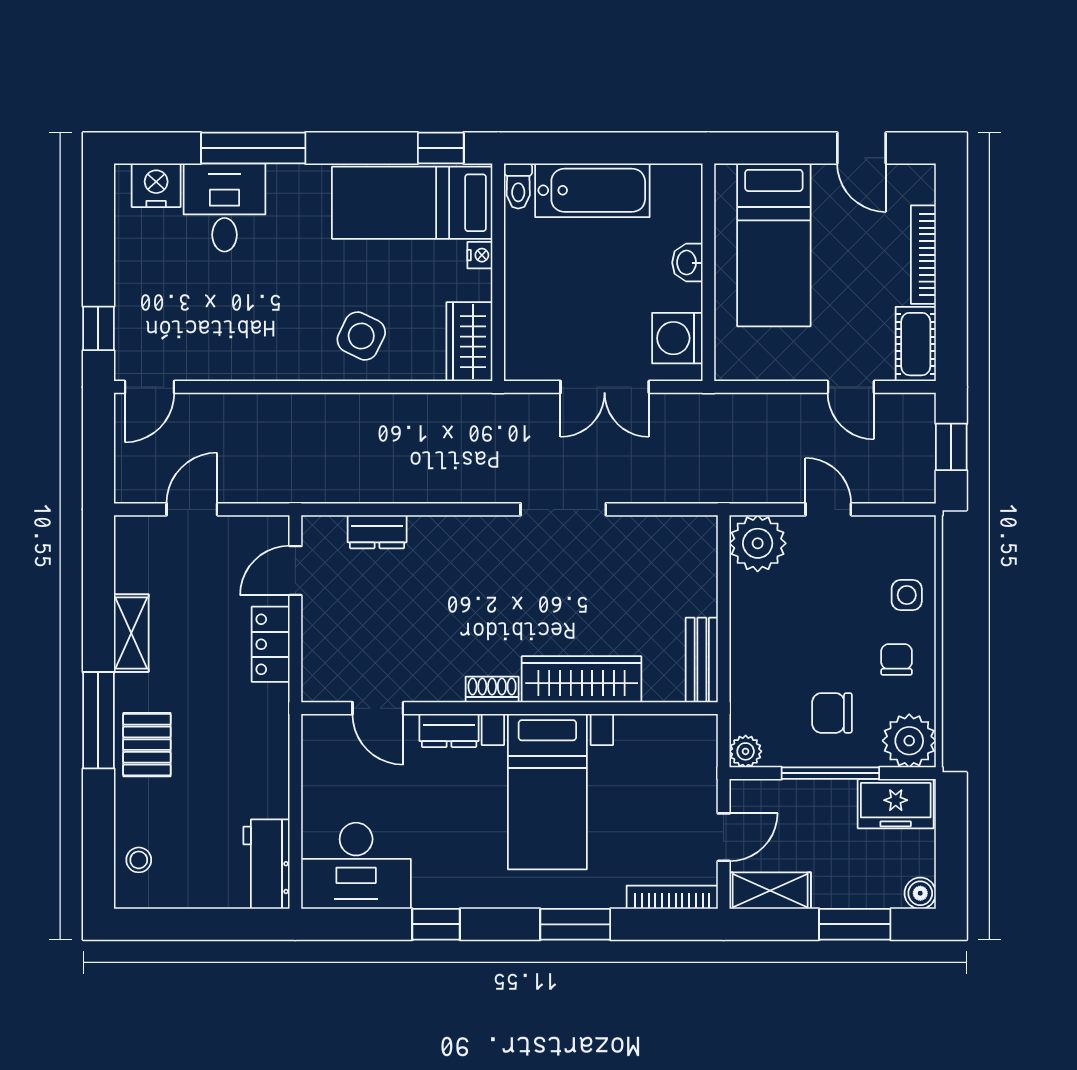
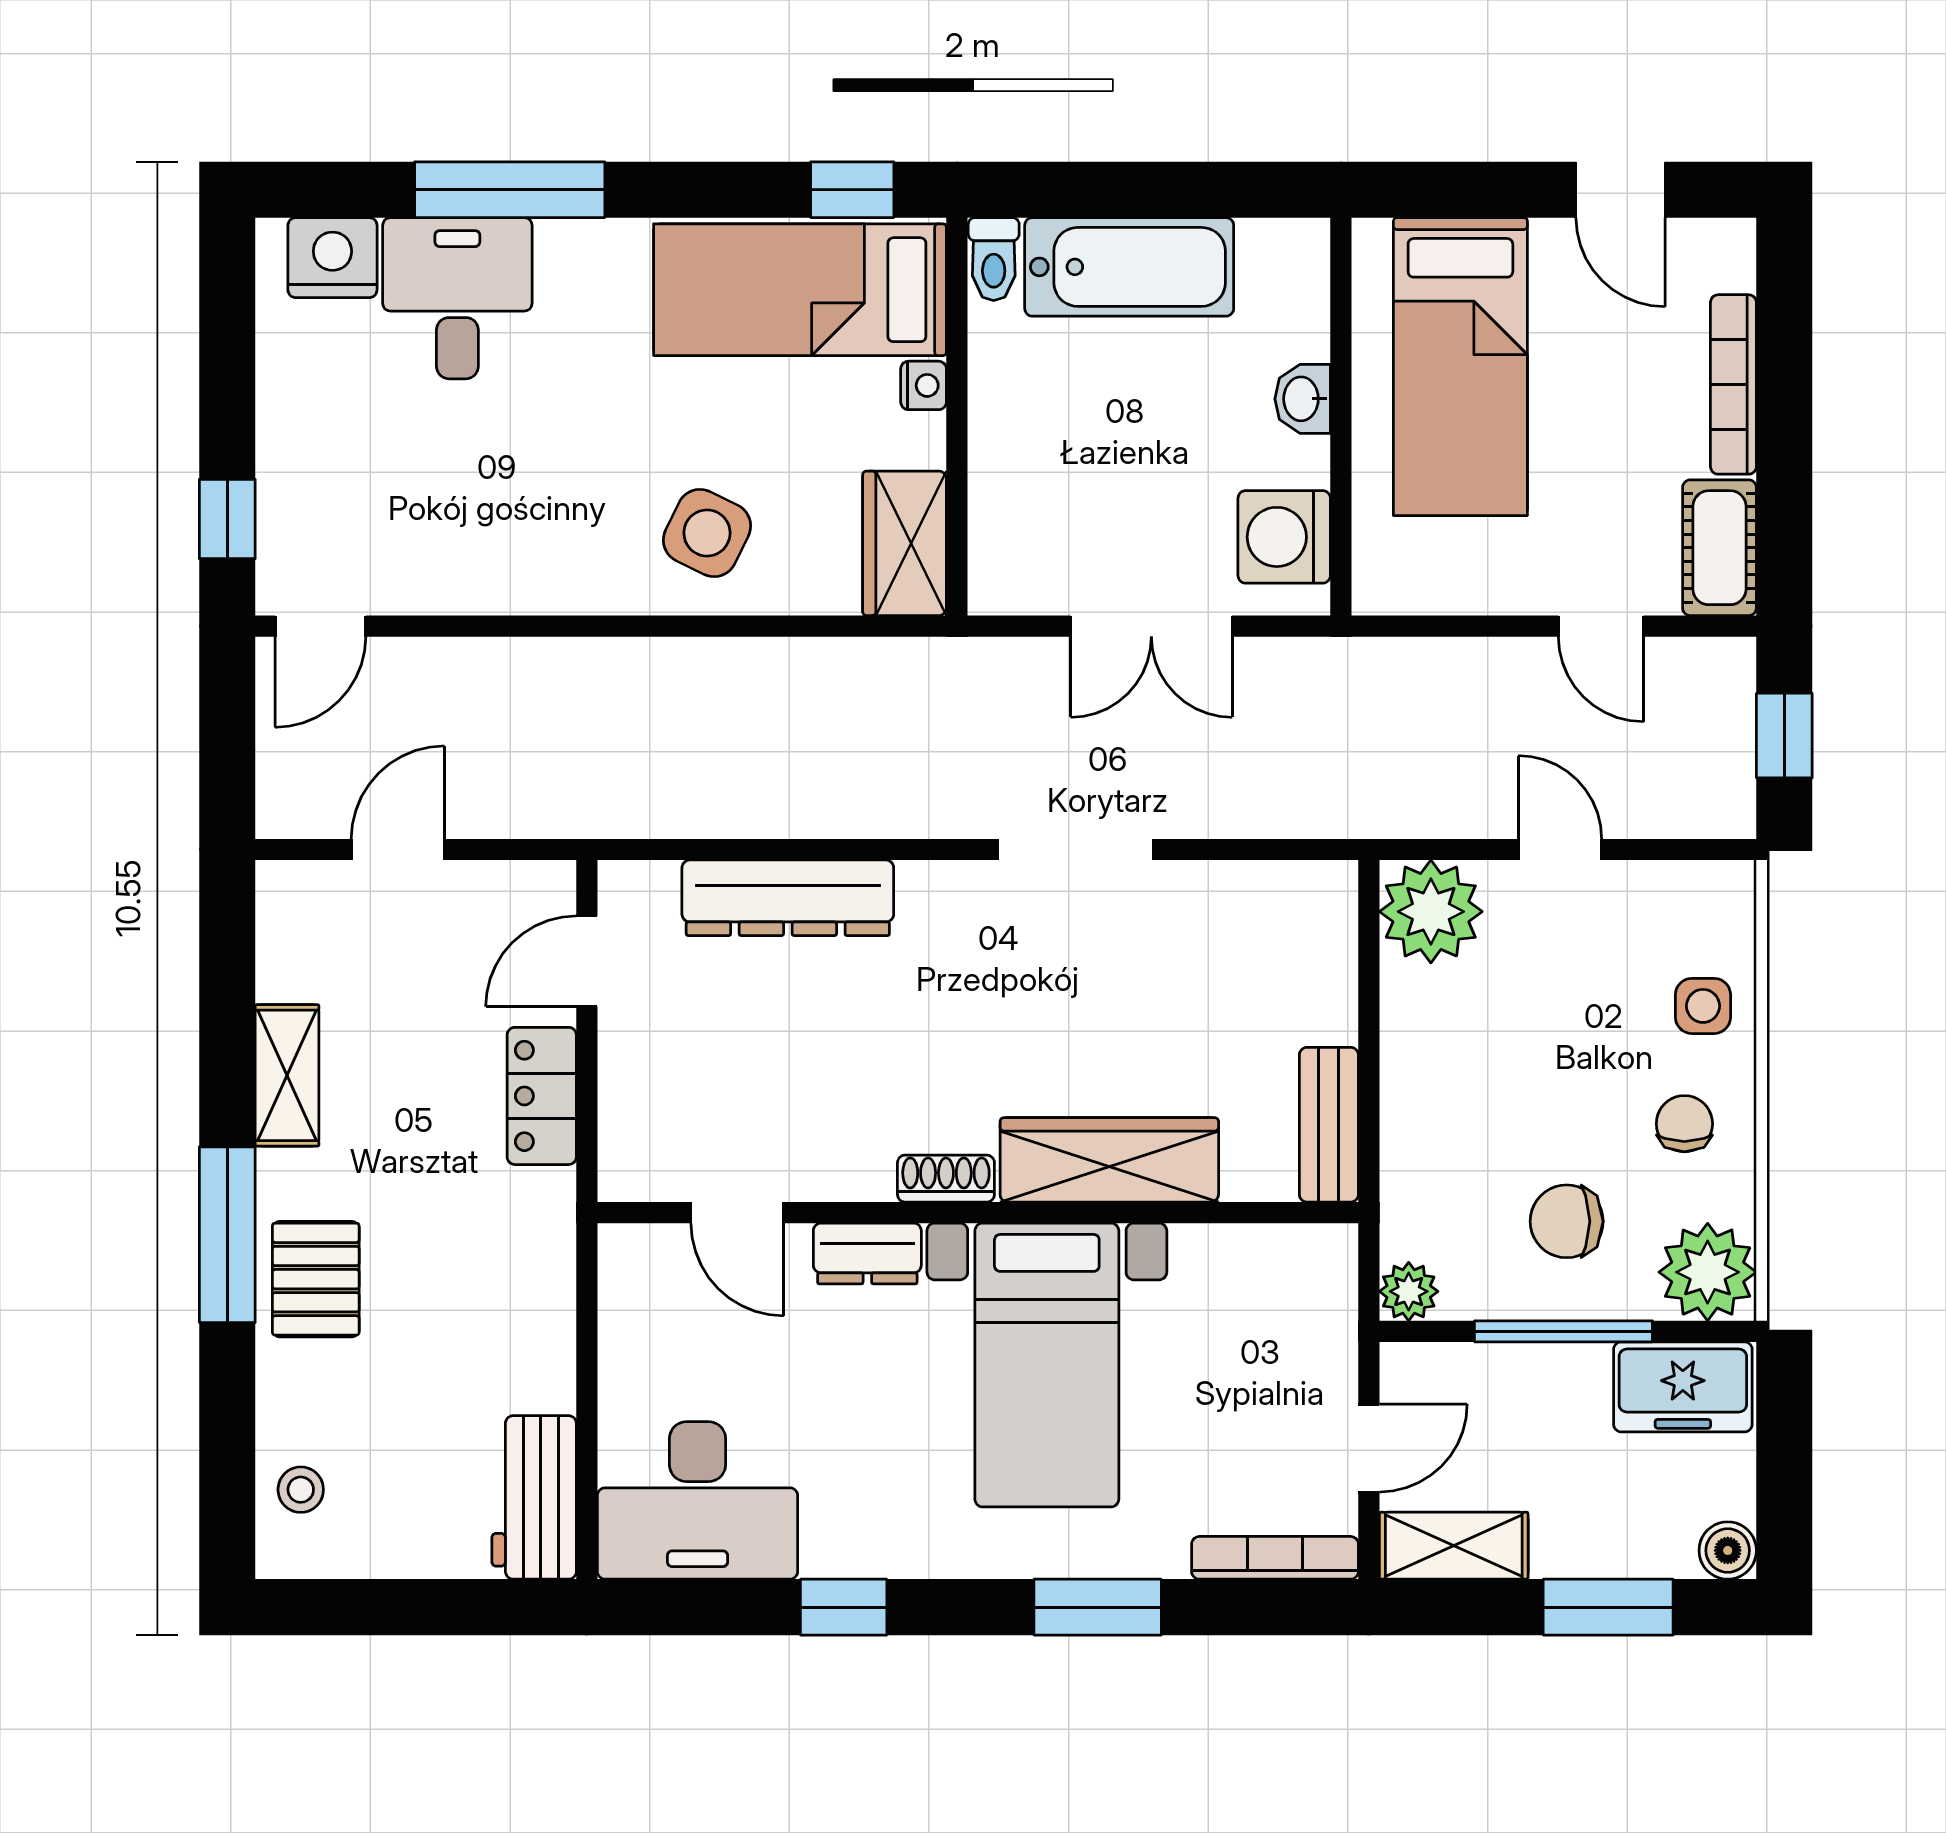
dresser: (377, 532) -> (788, 898), width x1.96, depth x1.24

